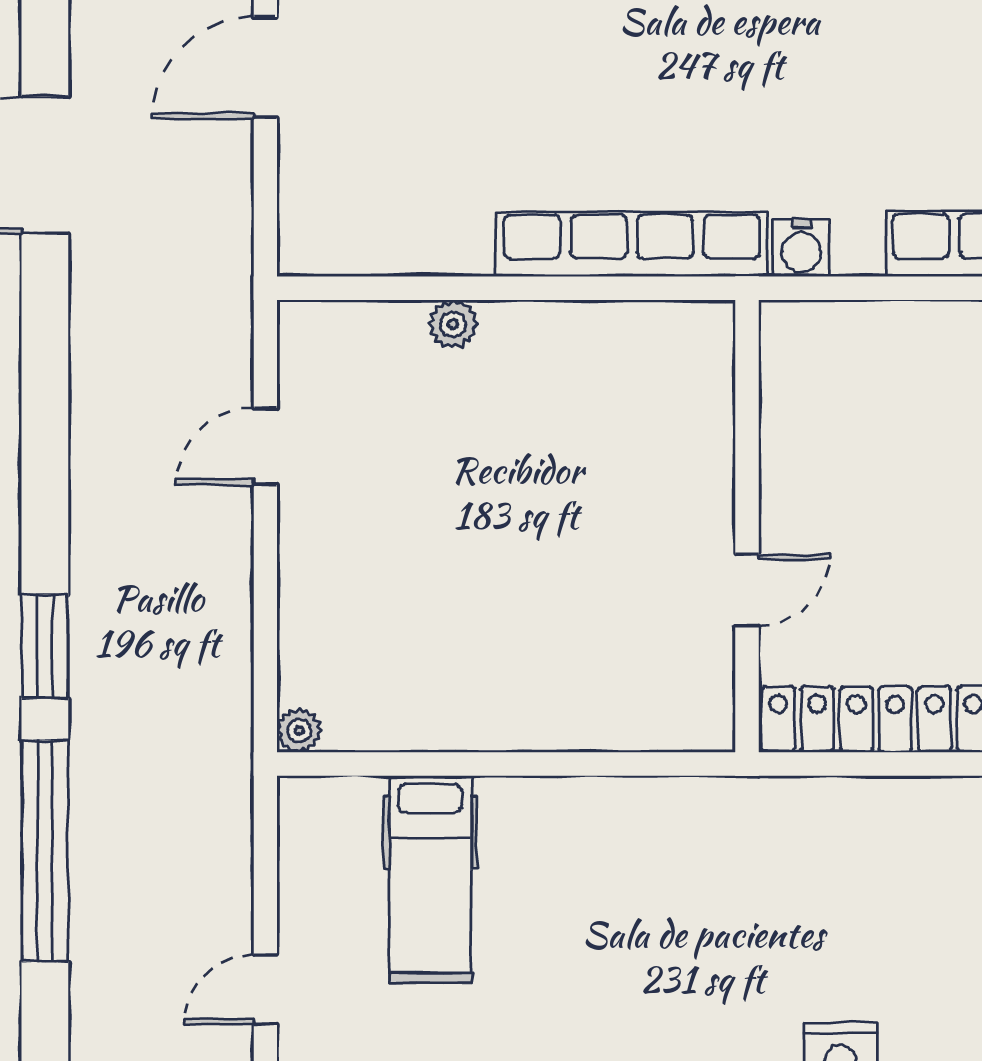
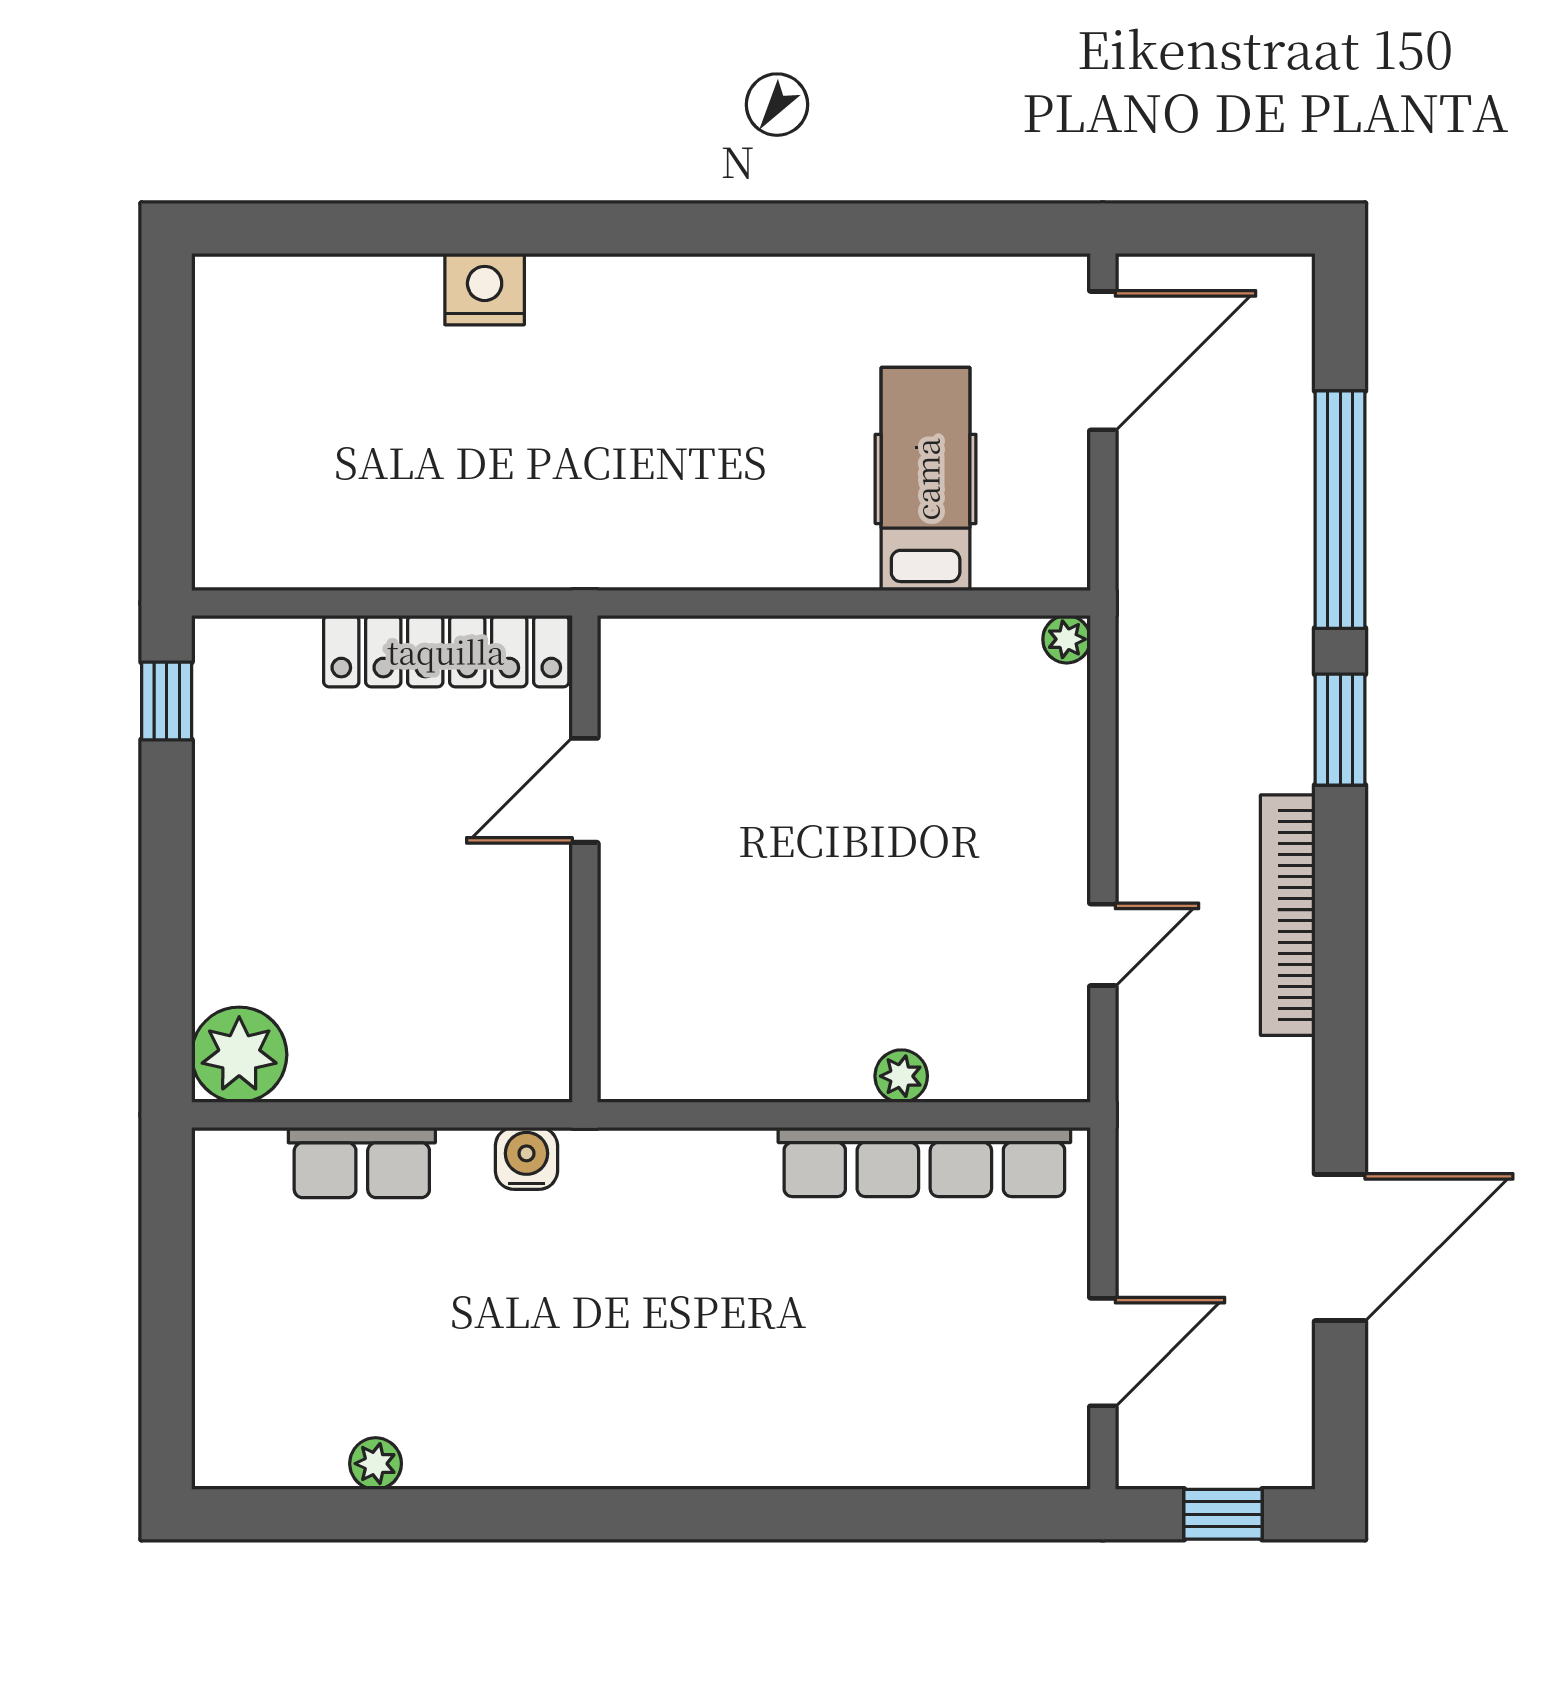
row of seats: (632, 244) -> (924, 1162), moved
bookcase: (93, 474) -> (1288, 915), added
door: (747, 590) -> (585, 790), width x1.38
door: (265, 989) -> (1103, 361), width x1.88

